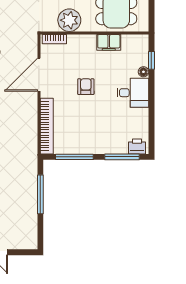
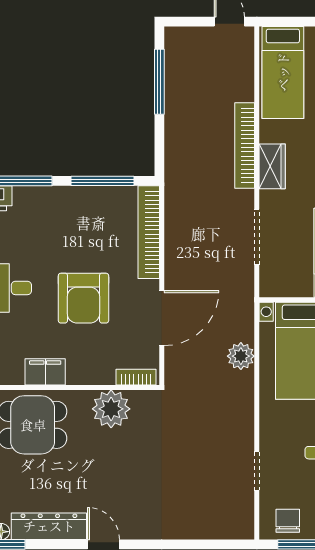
armchair: (86, 87) -> (83, 298), width x1.88, depth x1.88
window: (40, 194) -> (159, 82), moved

